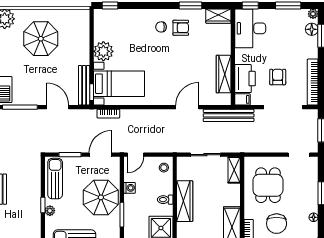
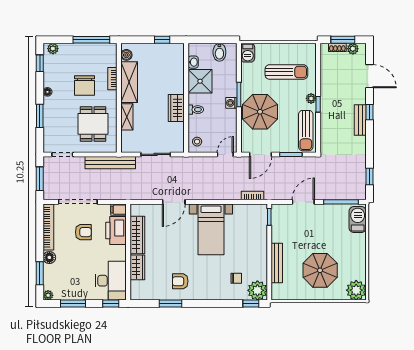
wardrobe: (218, 16) -> (137, 267), moved, turned 90
chair: (161, 27) -> (236, 278), moved
floor lamp: (312, 29) -> (49, 257), moved
plant: (103, 51) -> (257, 290), moved
armchair: (278, 77) -> (83, 232), turned -90
bed with nightstands: (119, 84) -> (211, 229), moved, turned -90
bench: (84, 85) -> (277, 263), moved
door: (58, 107) -> (303, 202), swing flipped
bench: (229, 115) -> (110, 163), moved
shelving: (234, 170) -> (127, 117), moved
washing machine: (130, 188) -> (231, 103), moved
wardrobe: (185, 201) -> (176, 108), width x0.67
chair: (277, 224) -> (85, 86), turned 180

